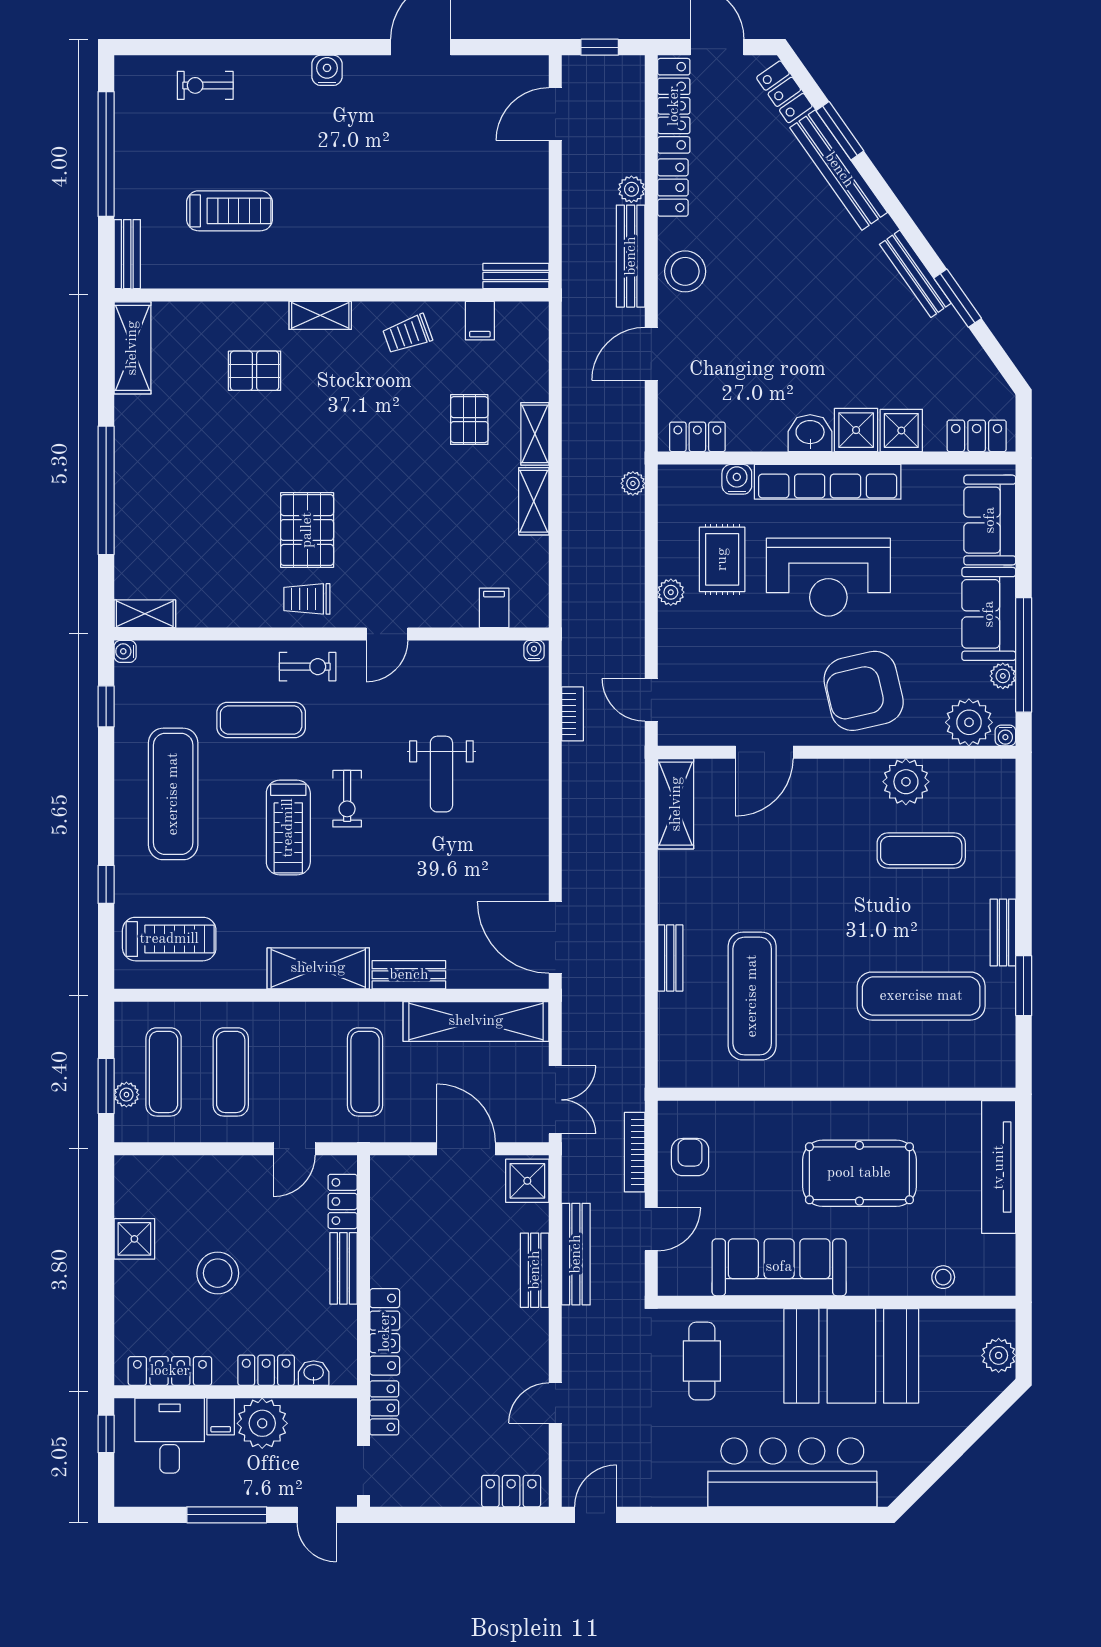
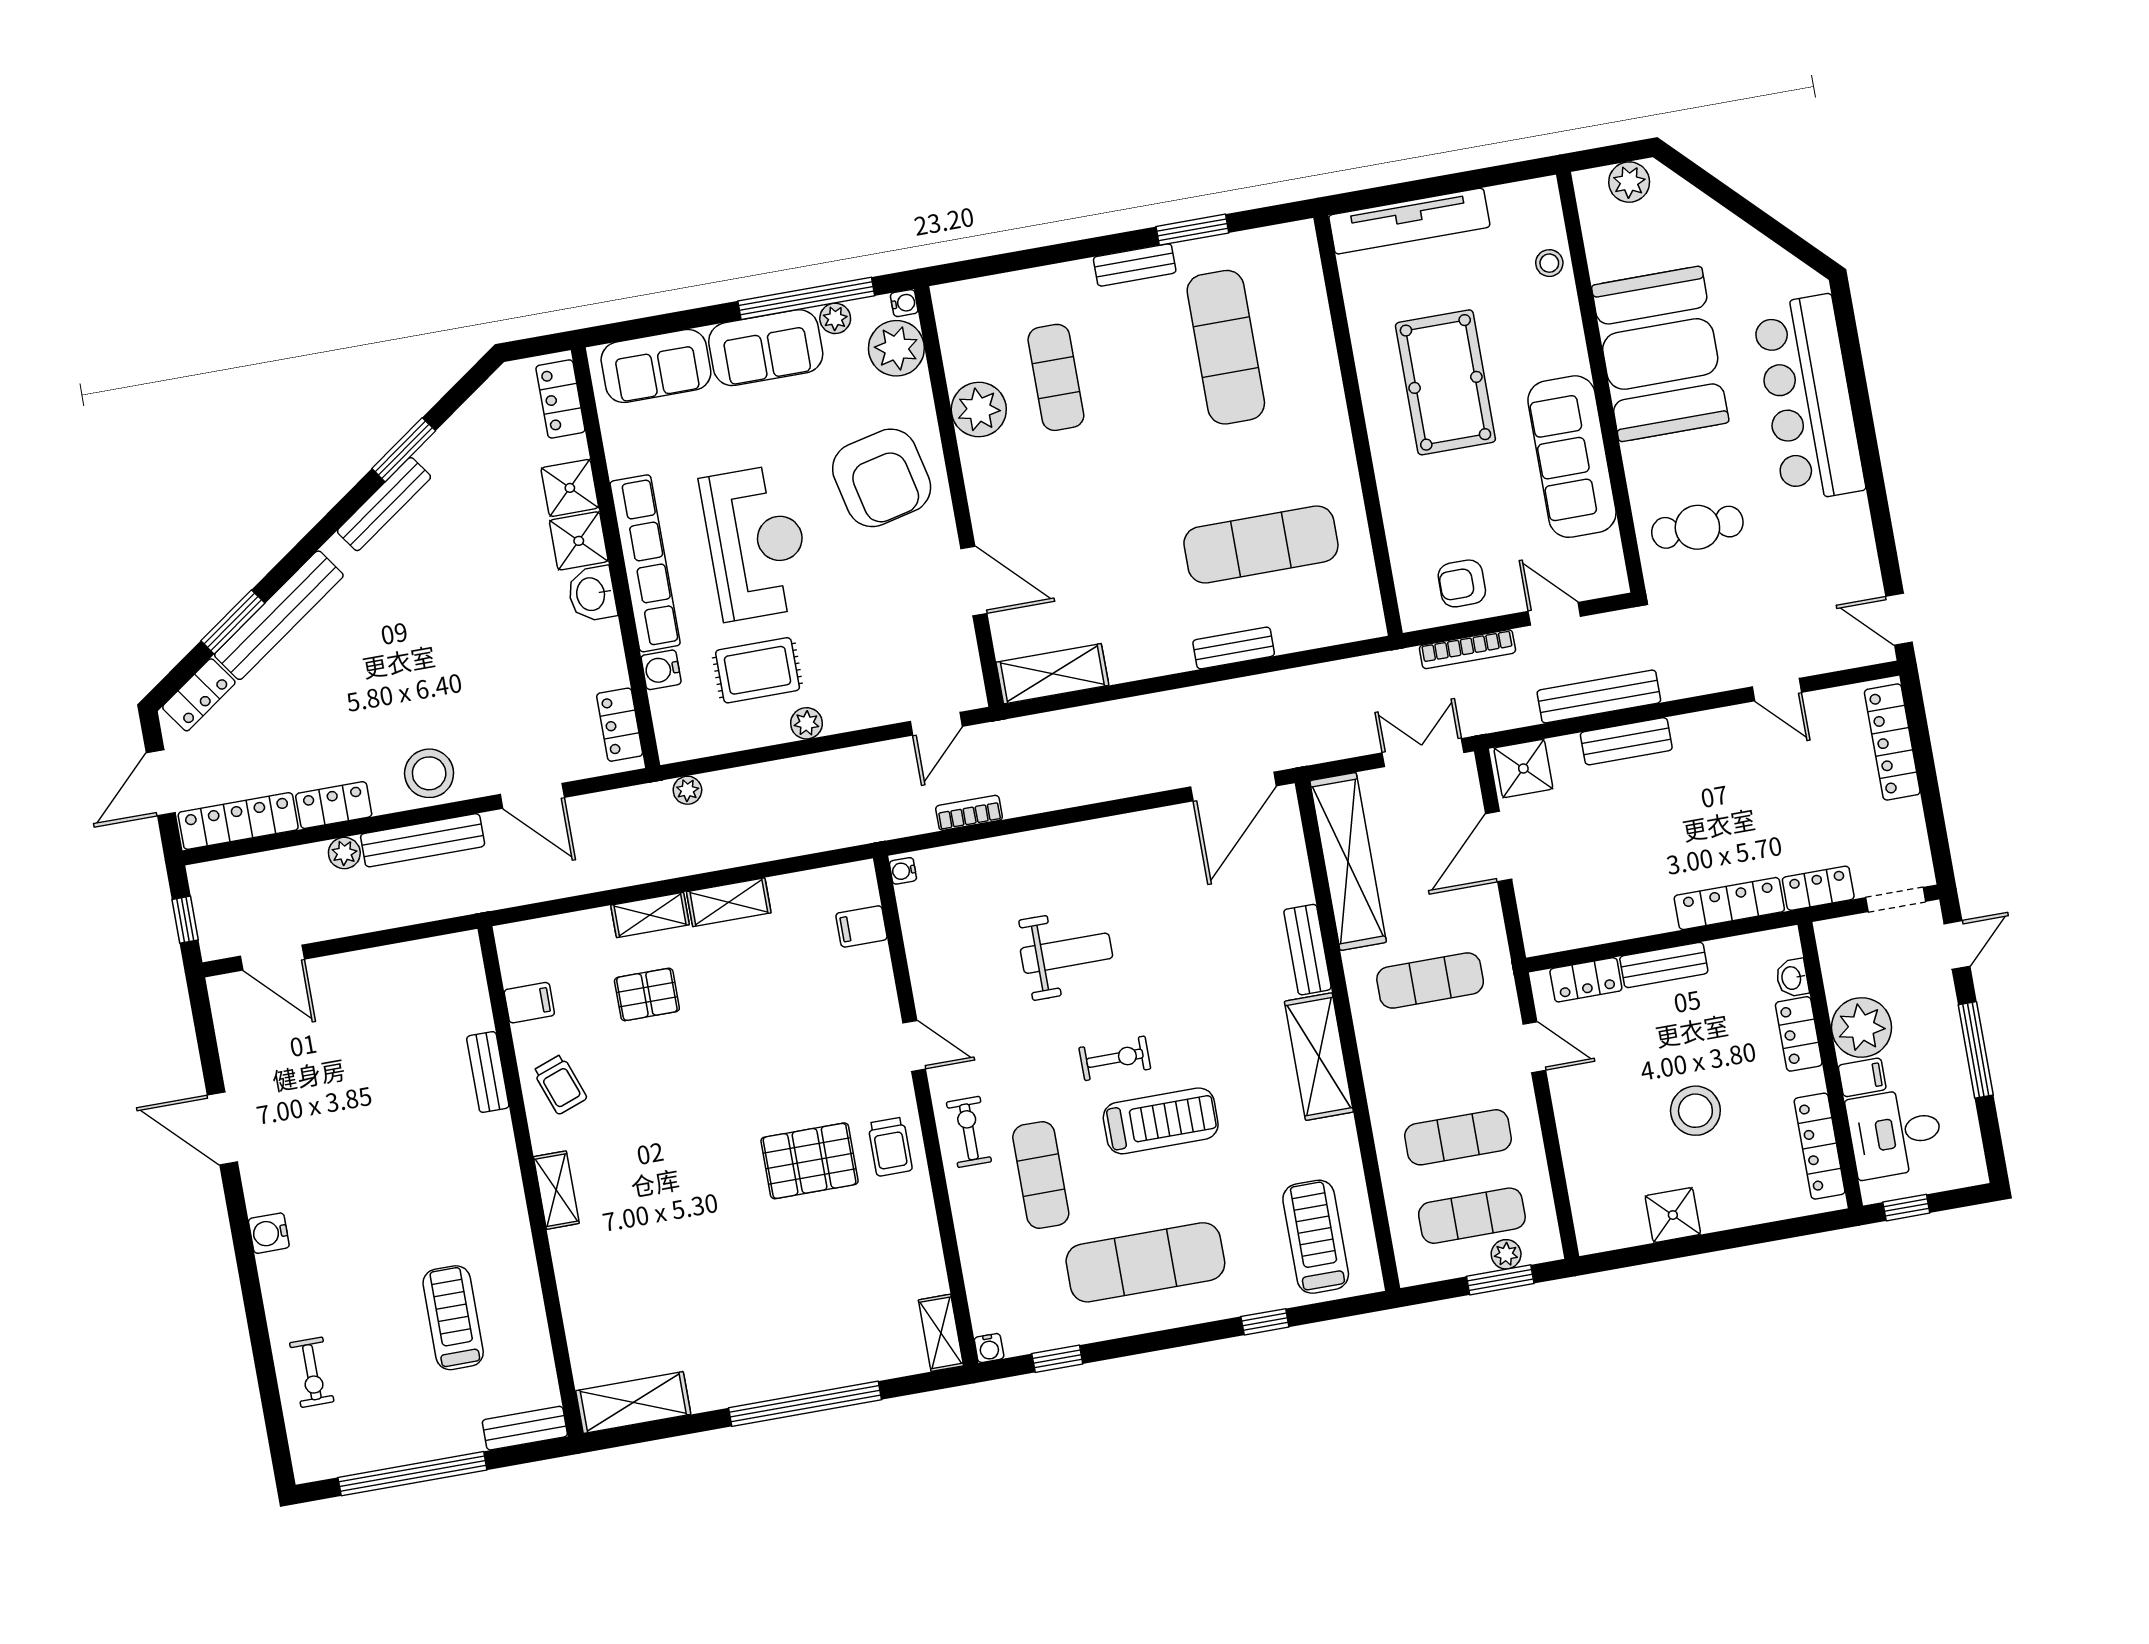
bench: (516, 276) -> (488, 1072), moved
pallet: (255, 371) -> (635, 1255), removed
locker: (511, 1491) -> (1892, 742), width x1.53

